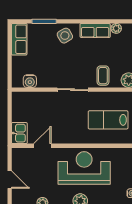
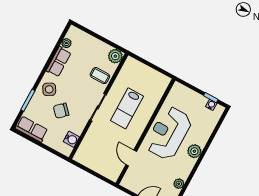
chair: (51, 57) -> (61, 111), added
lab bench: (108, 120) -> (127, 108), moved
kitchen sink: (19, 133) -> (110, 171), removed

